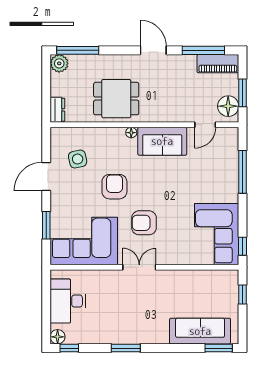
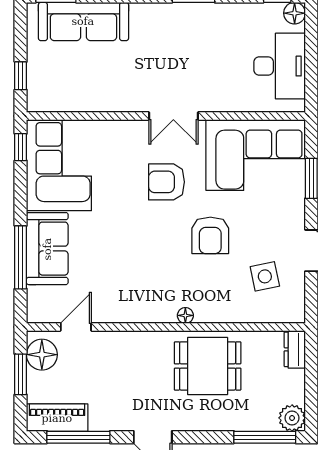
sofa: (162, 141) -> (47, 249), moved, turned 90
armchair: (144, 223) -> (167, 182), turned 180

